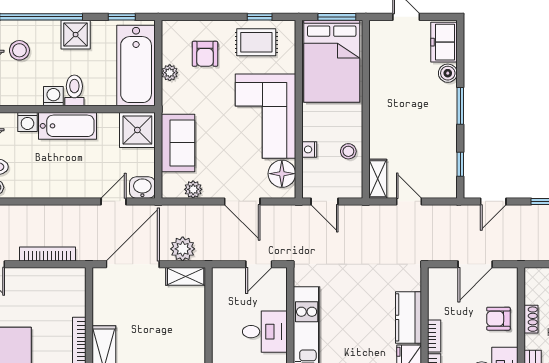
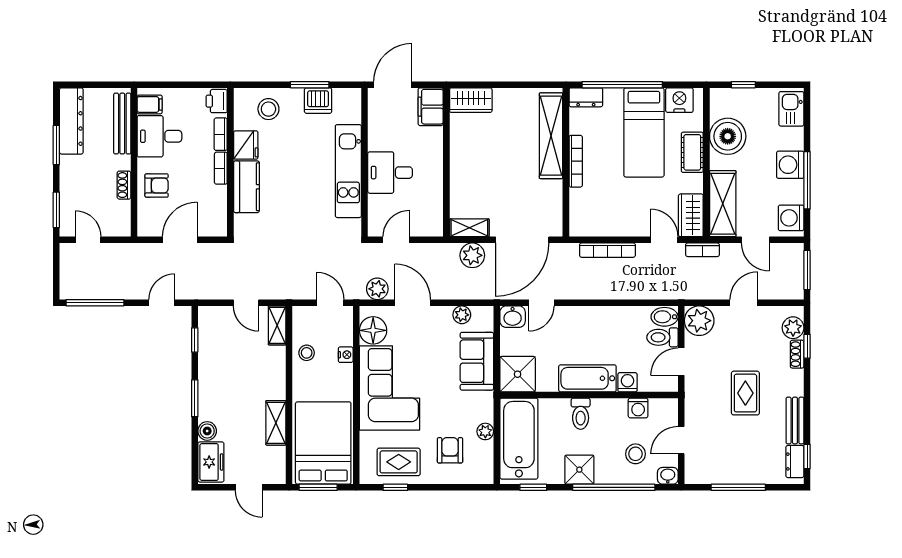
shelving: (379, 81) -> (276, 423), added
washing machine: (53, 96) -> (638, 408), moved
plant: (278, 215) -> (377, 289), added

